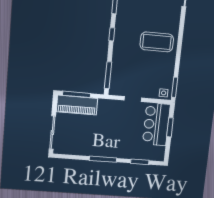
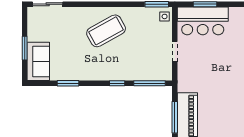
window: (112, 34) -> (117, 83), moved
coffee table: (157, 42) -> (106, 31), turned 61

